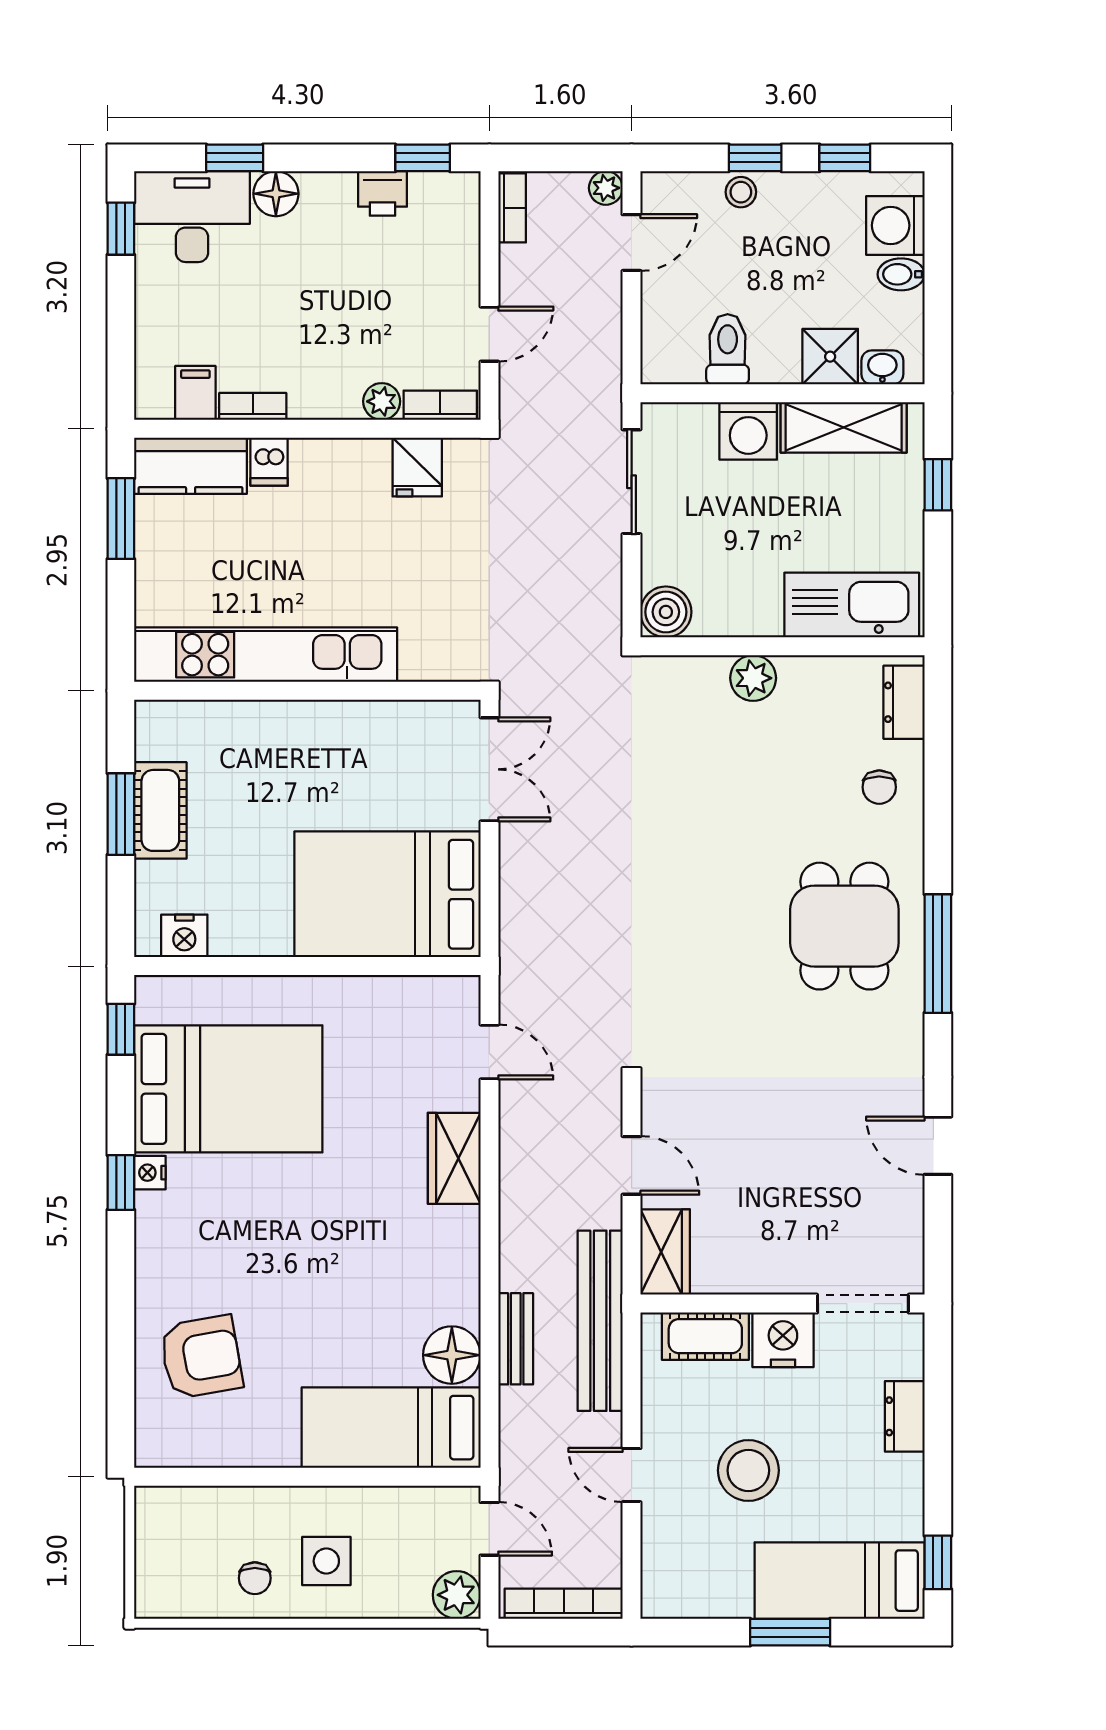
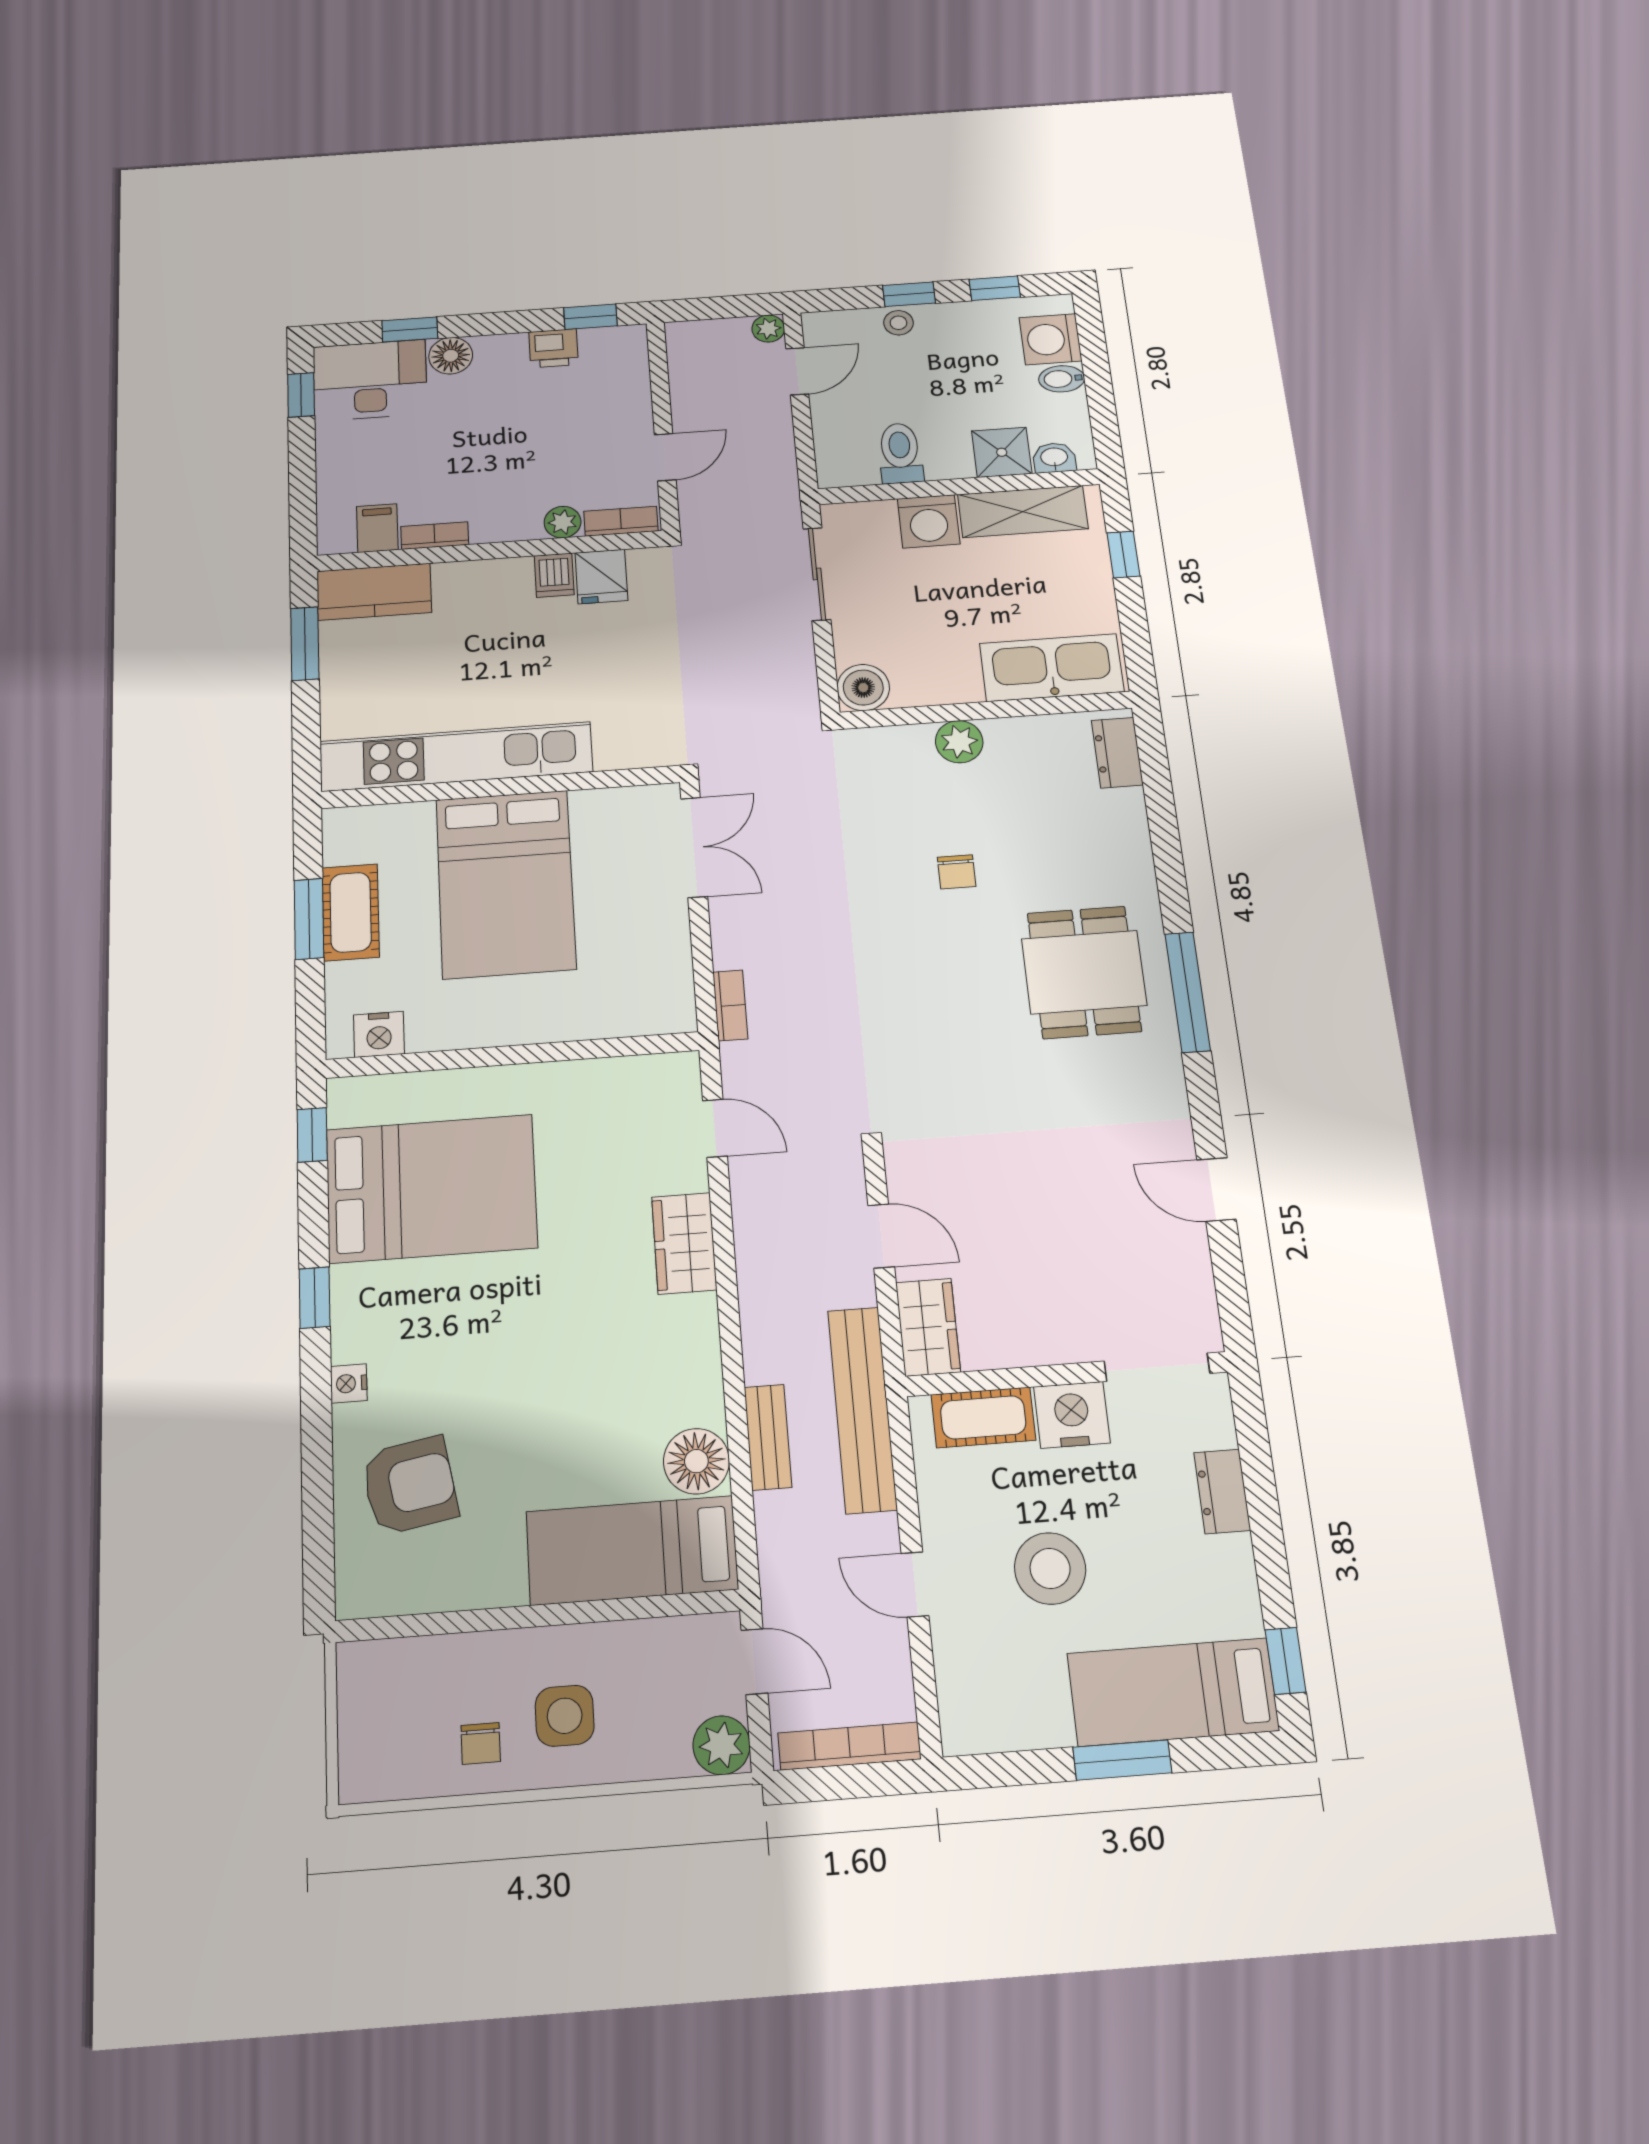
bookcase: (512, 208) -> (730, 1005), moved
dishwasher: (269, 462) -> (554, 575), moved
chair: (879, 787) -> (957, 872), moved
bed: (387, 894) -> (506, 884), moved, turned -90
nightstand: (150, 1173) -> (349, 1383), moved

